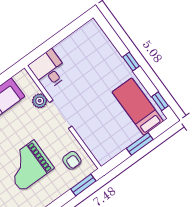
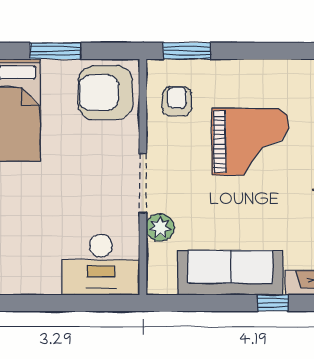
desk: (49, 70) -> (101, 265), width x1.37
armchair: (105, 142) -> (105, 93), added

